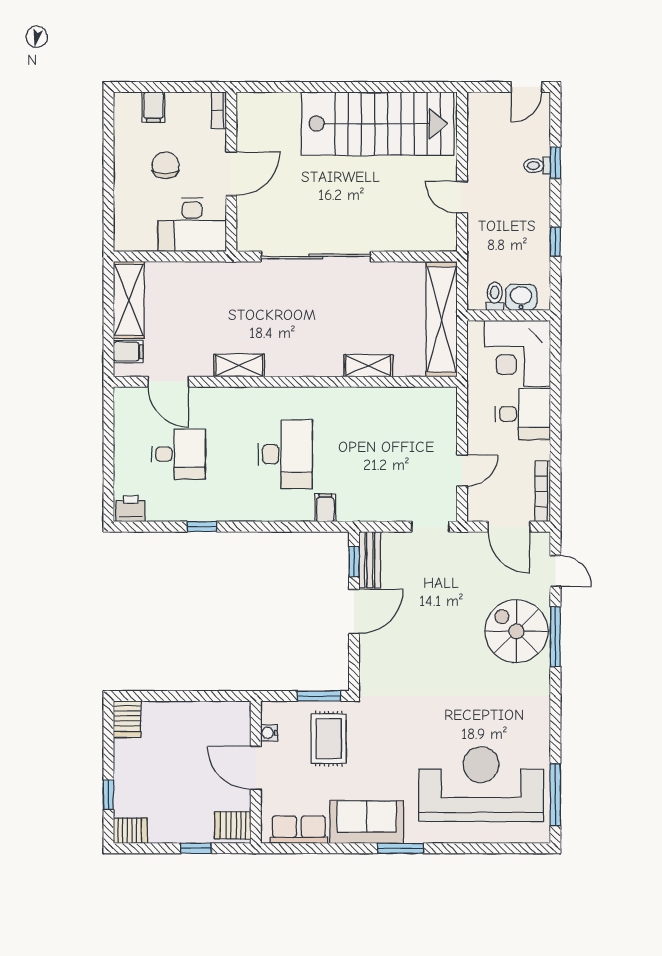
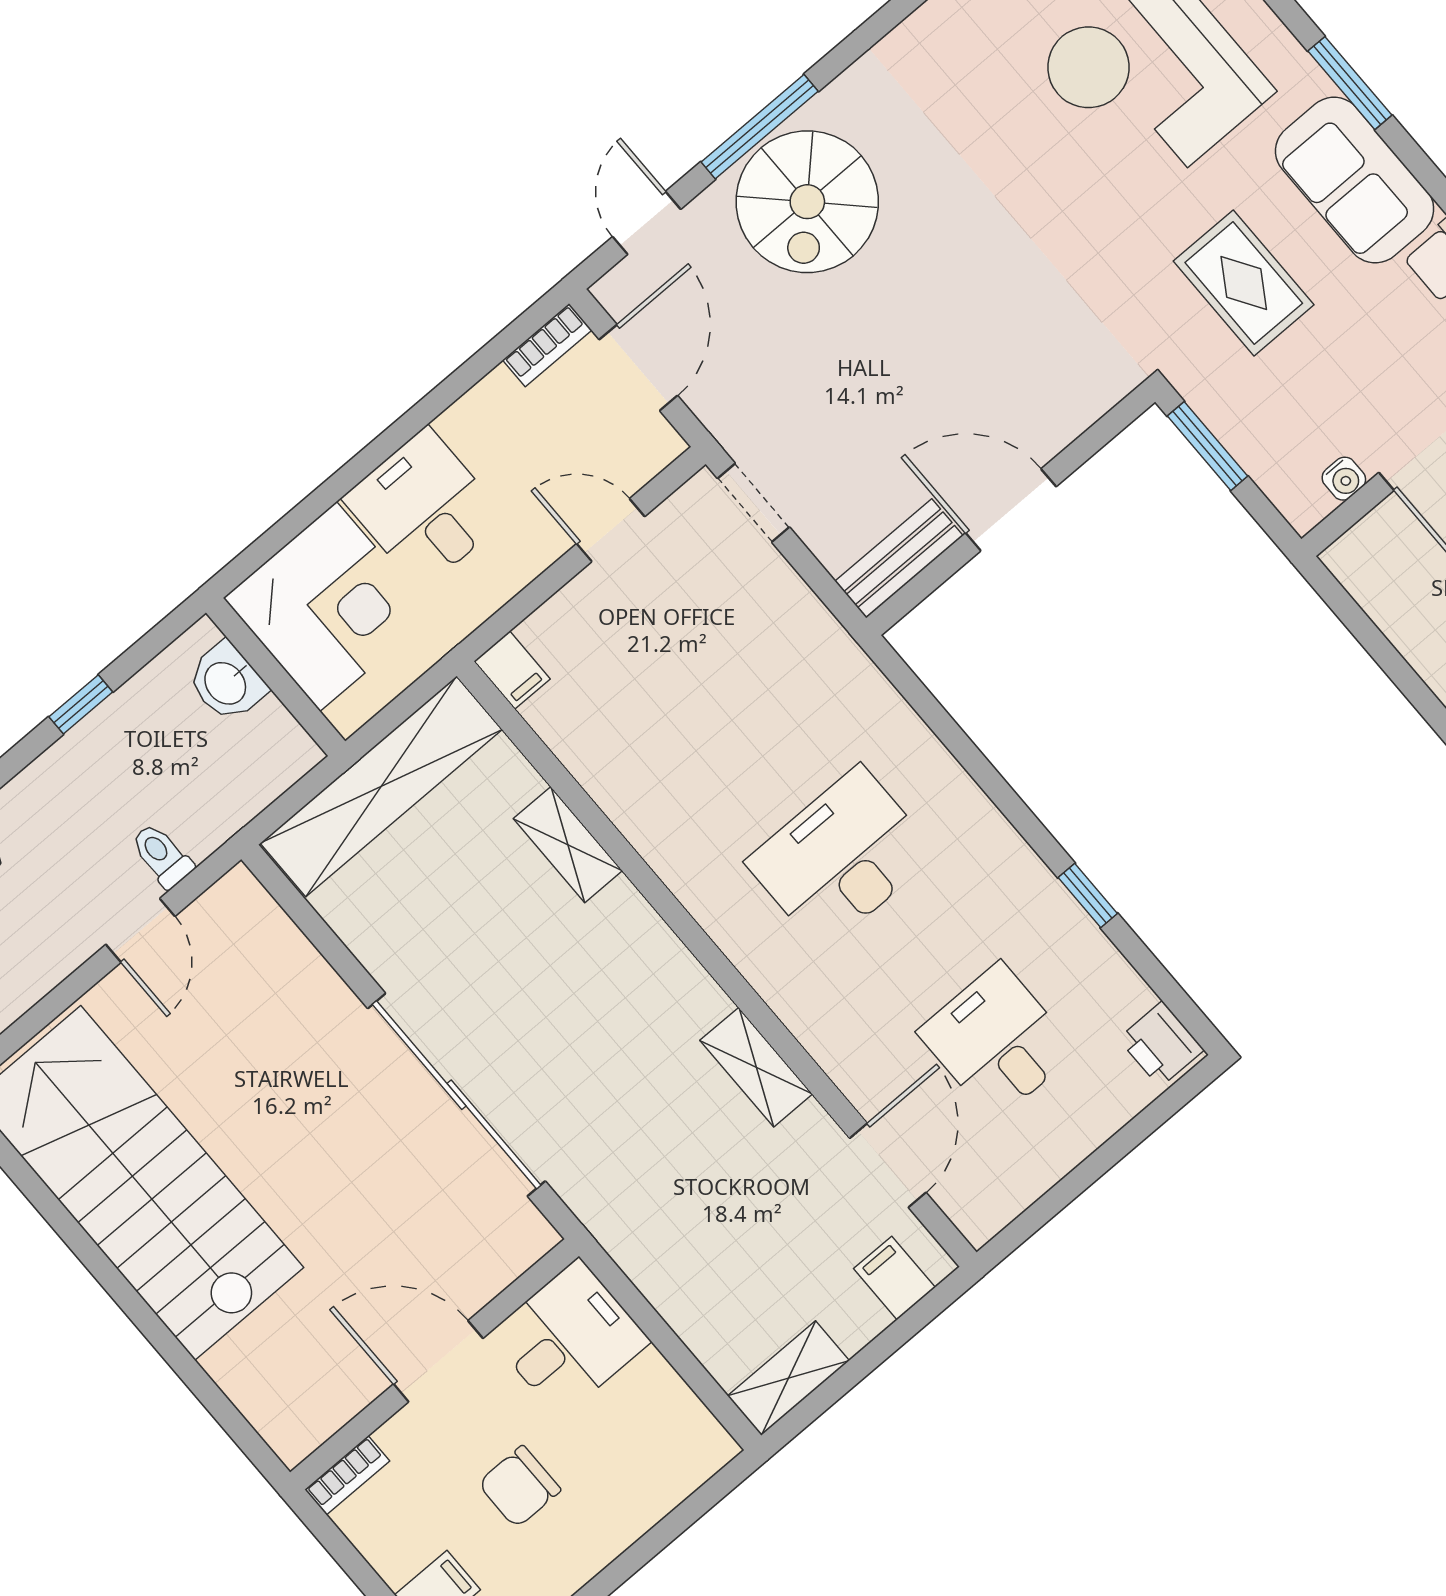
desk: (192, 225) -> (569, 1338), width x0.73
toilet: (495, 296) -> (162, 855), moved, turned 90
shelving: (129, 300) -> (788, 1378), width x0.67, depth x0.75
bookcase: (543, 491) -> (547, 345), width x0.64
filing cabinet: (325, 508) -> (512, 670), moved, turned -90
window: (354, 561) -> (925, 583), removed
rug: (329, 739) -> (1244, 283), moved, turned 90

